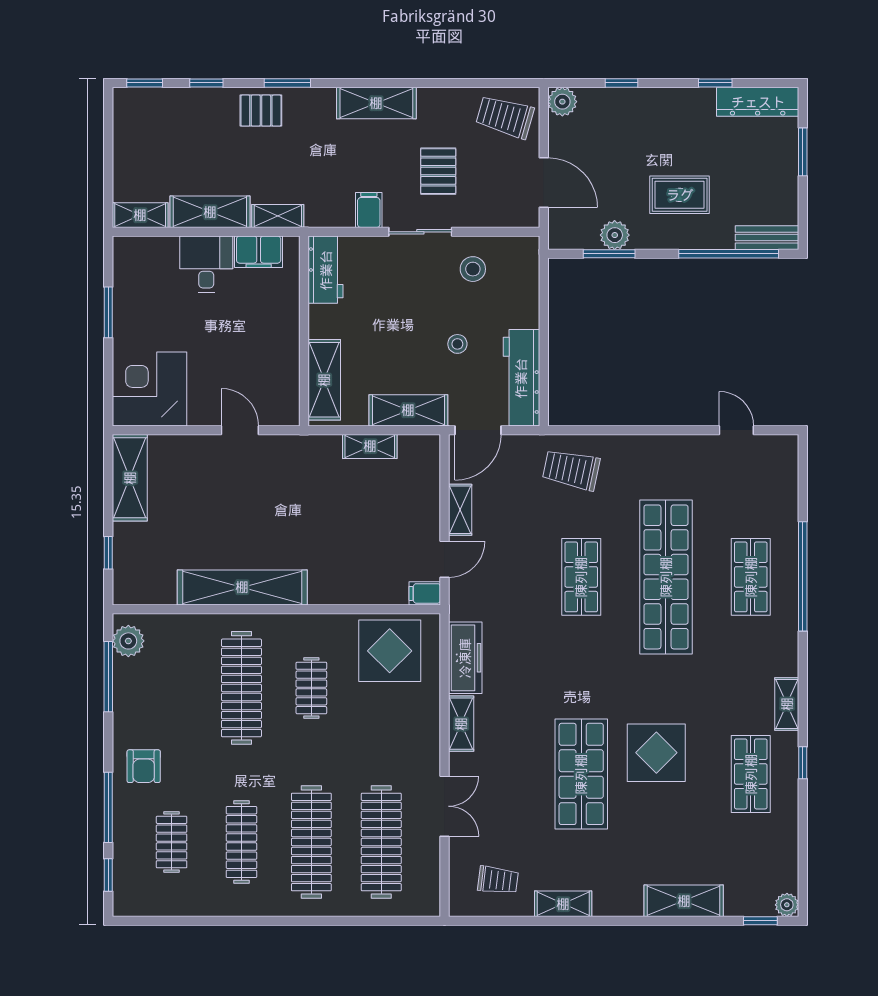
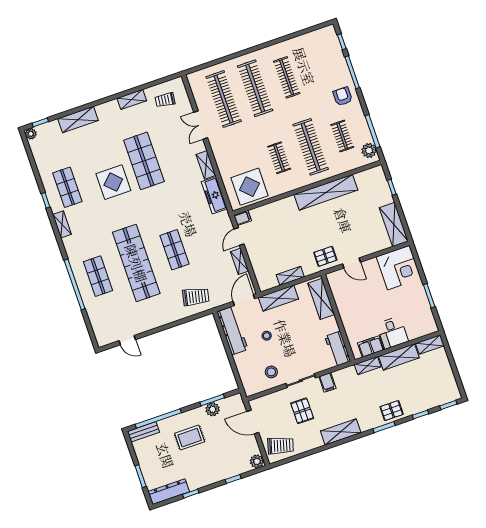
pallet: (287, 461) -> (325, 256), added
clothes rail: (172, 842) -> (342, 136), moved

